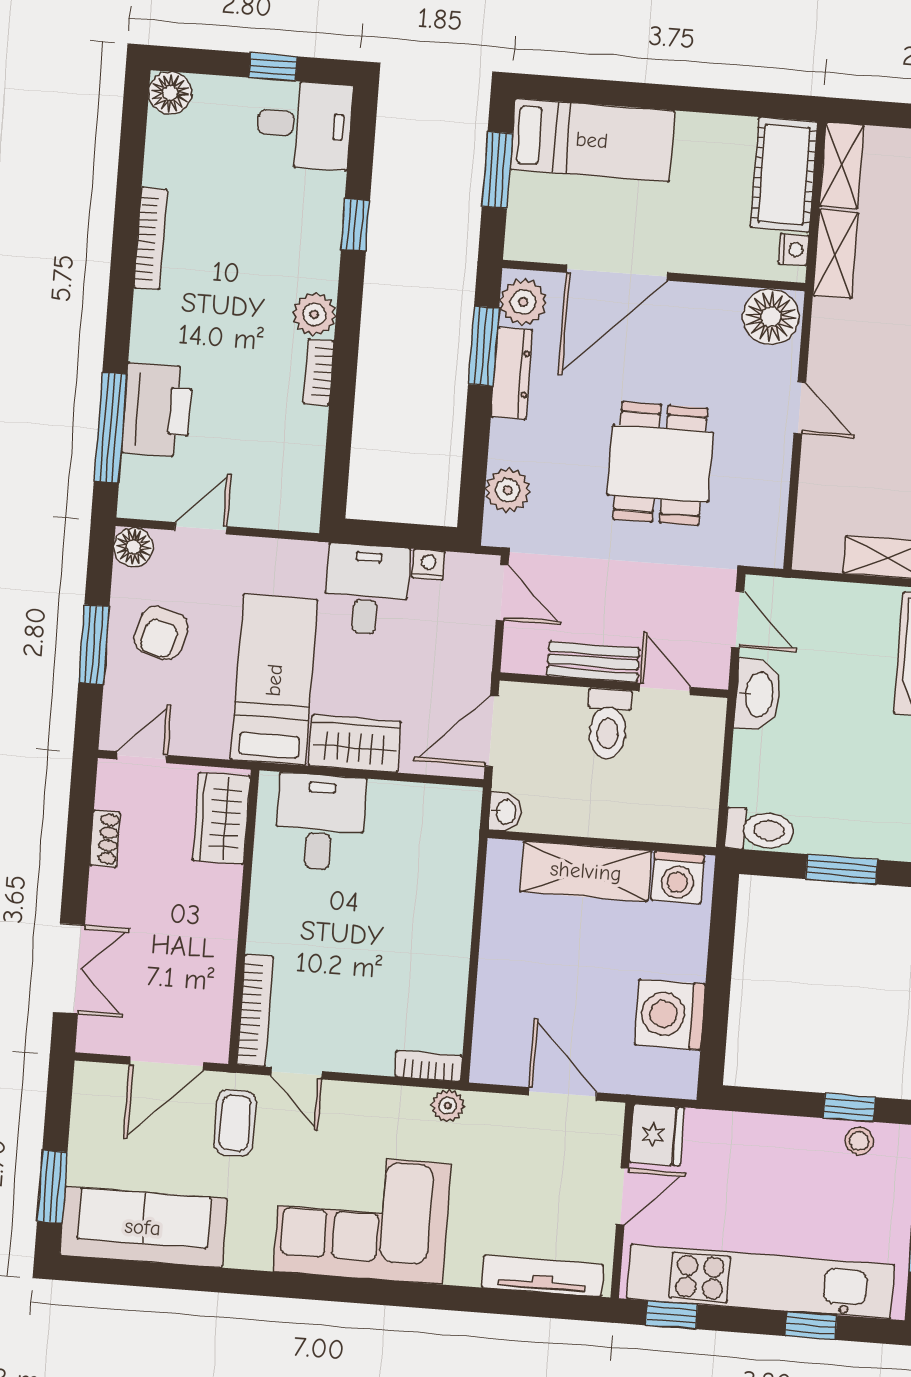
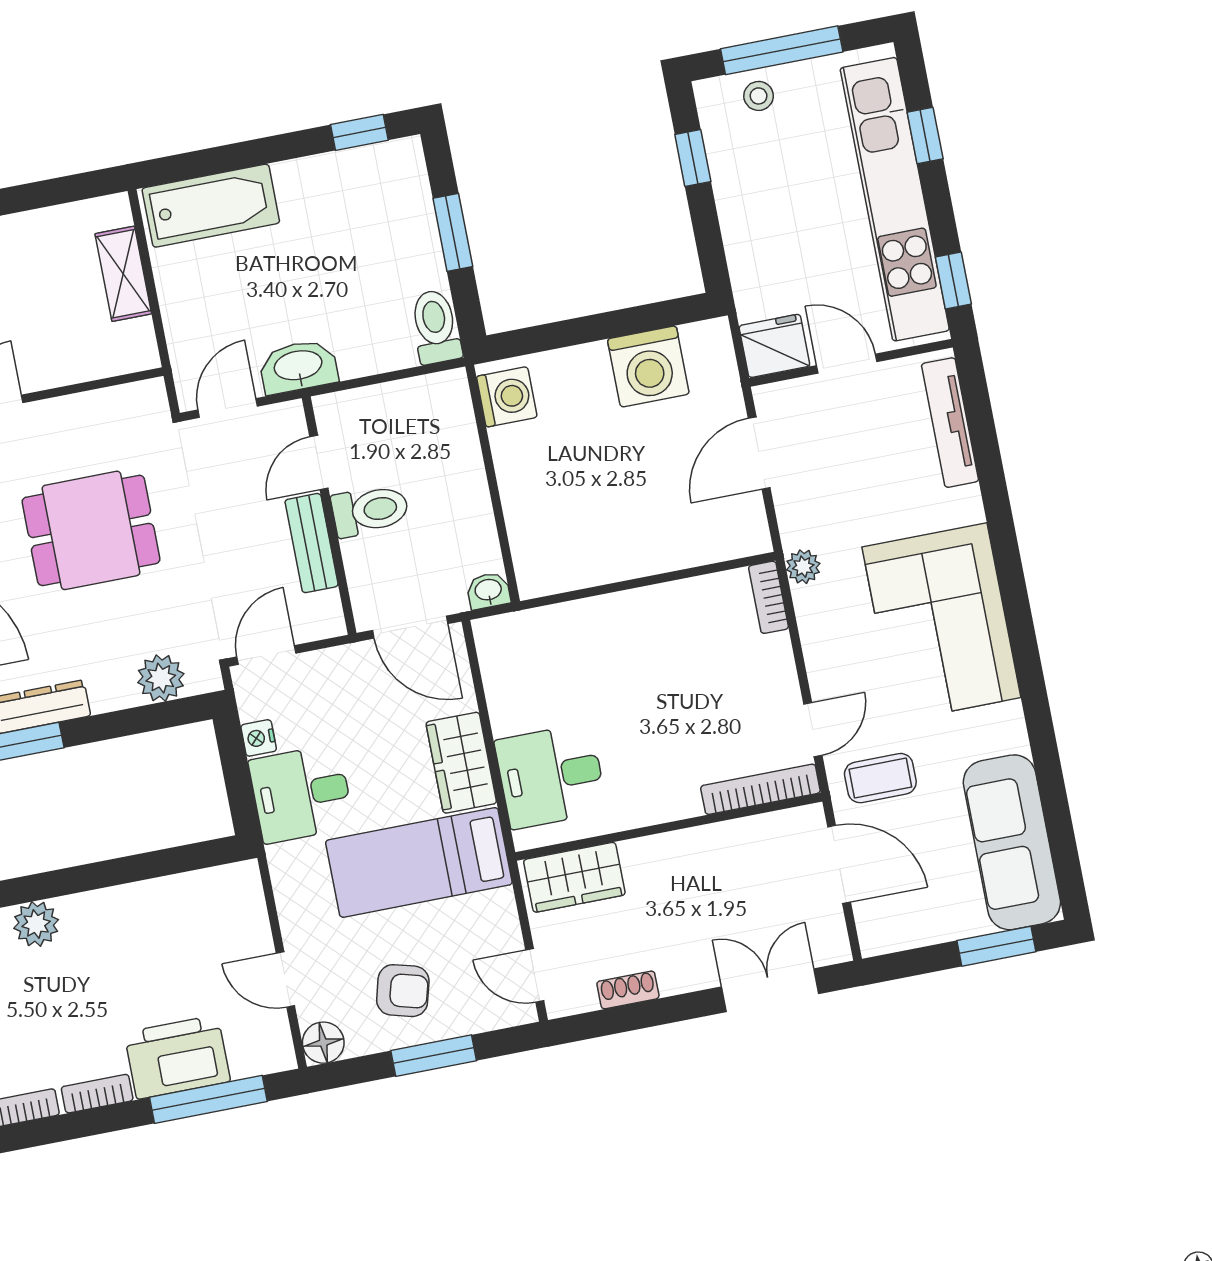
bookcase: (319, 372) -> (97, 1094), moved, turned 180
shelving: (586, 871) -> (526, 492), removed
stool: (859, 1141) -> (759, 96), moved

